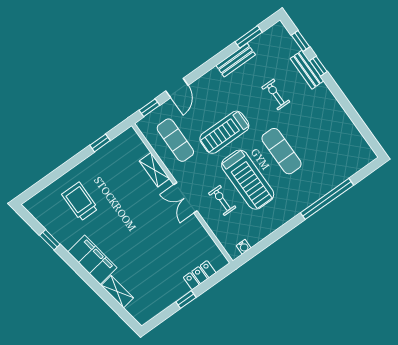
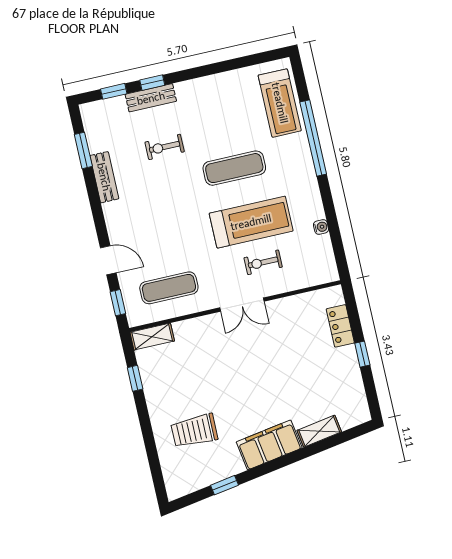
treadmill: (224, 132) -> (280, 103), moved
shelving: (154, 170) -> (152, 337), moved
water cooler: (244, 247) -> (321, 227), moved

